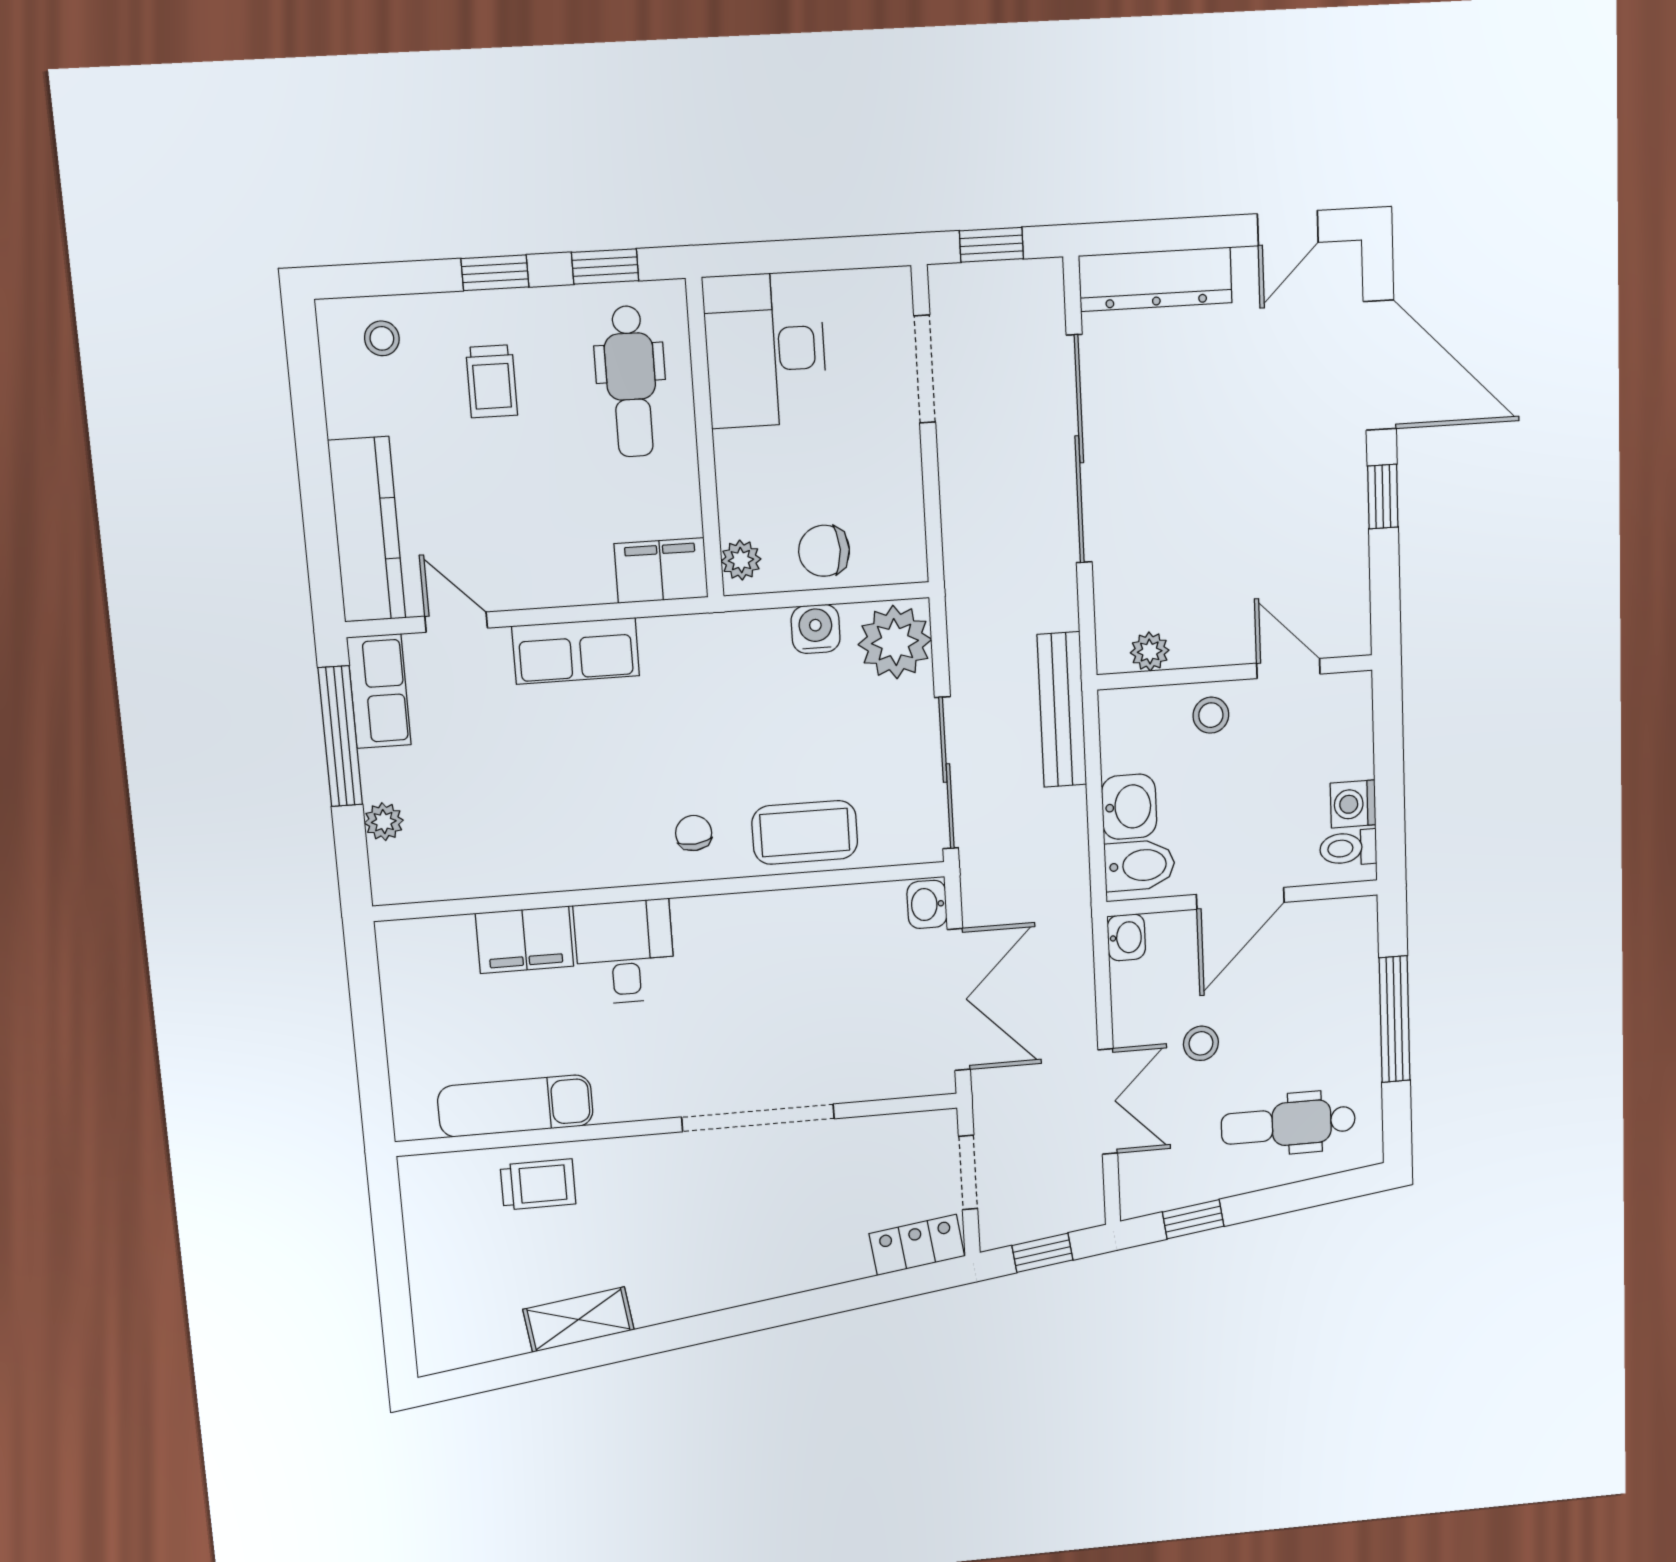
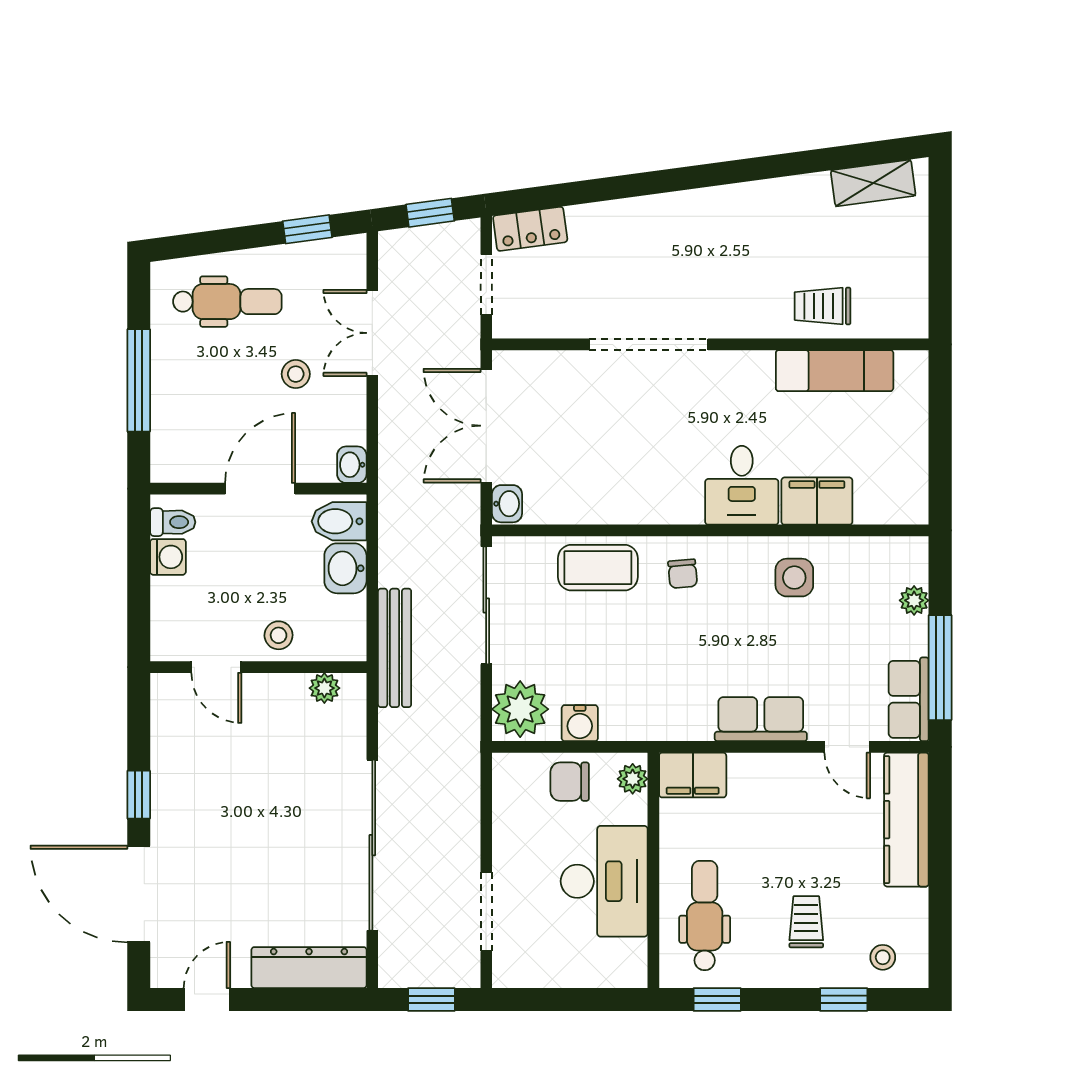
window: (495, 273) -> (844, 999), moved
desk: (765, 350) -> (604, 881), moved
chair: (824, 551) -> (570, 782), turned 180
side table: (546, 839) -> (794, 578), added
shelving: (579, 1320) -> (873, 183), moved

